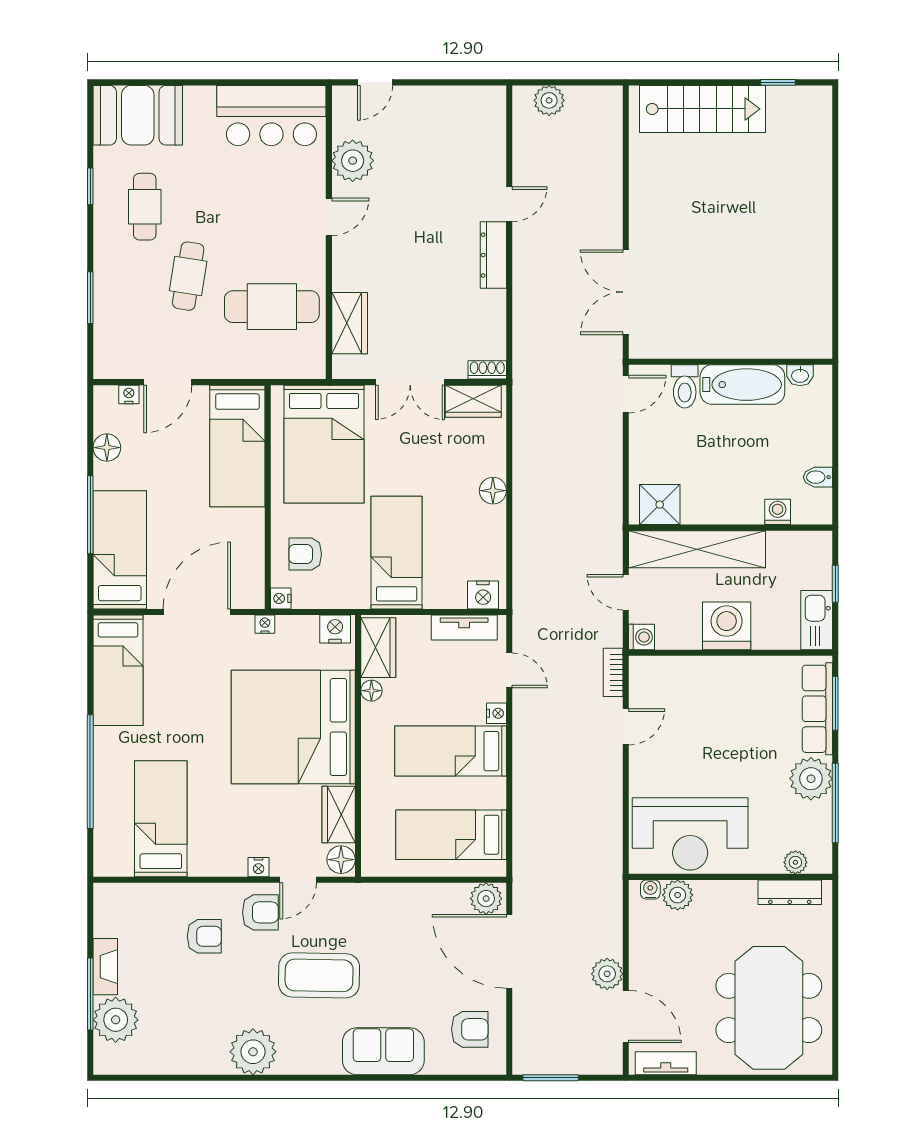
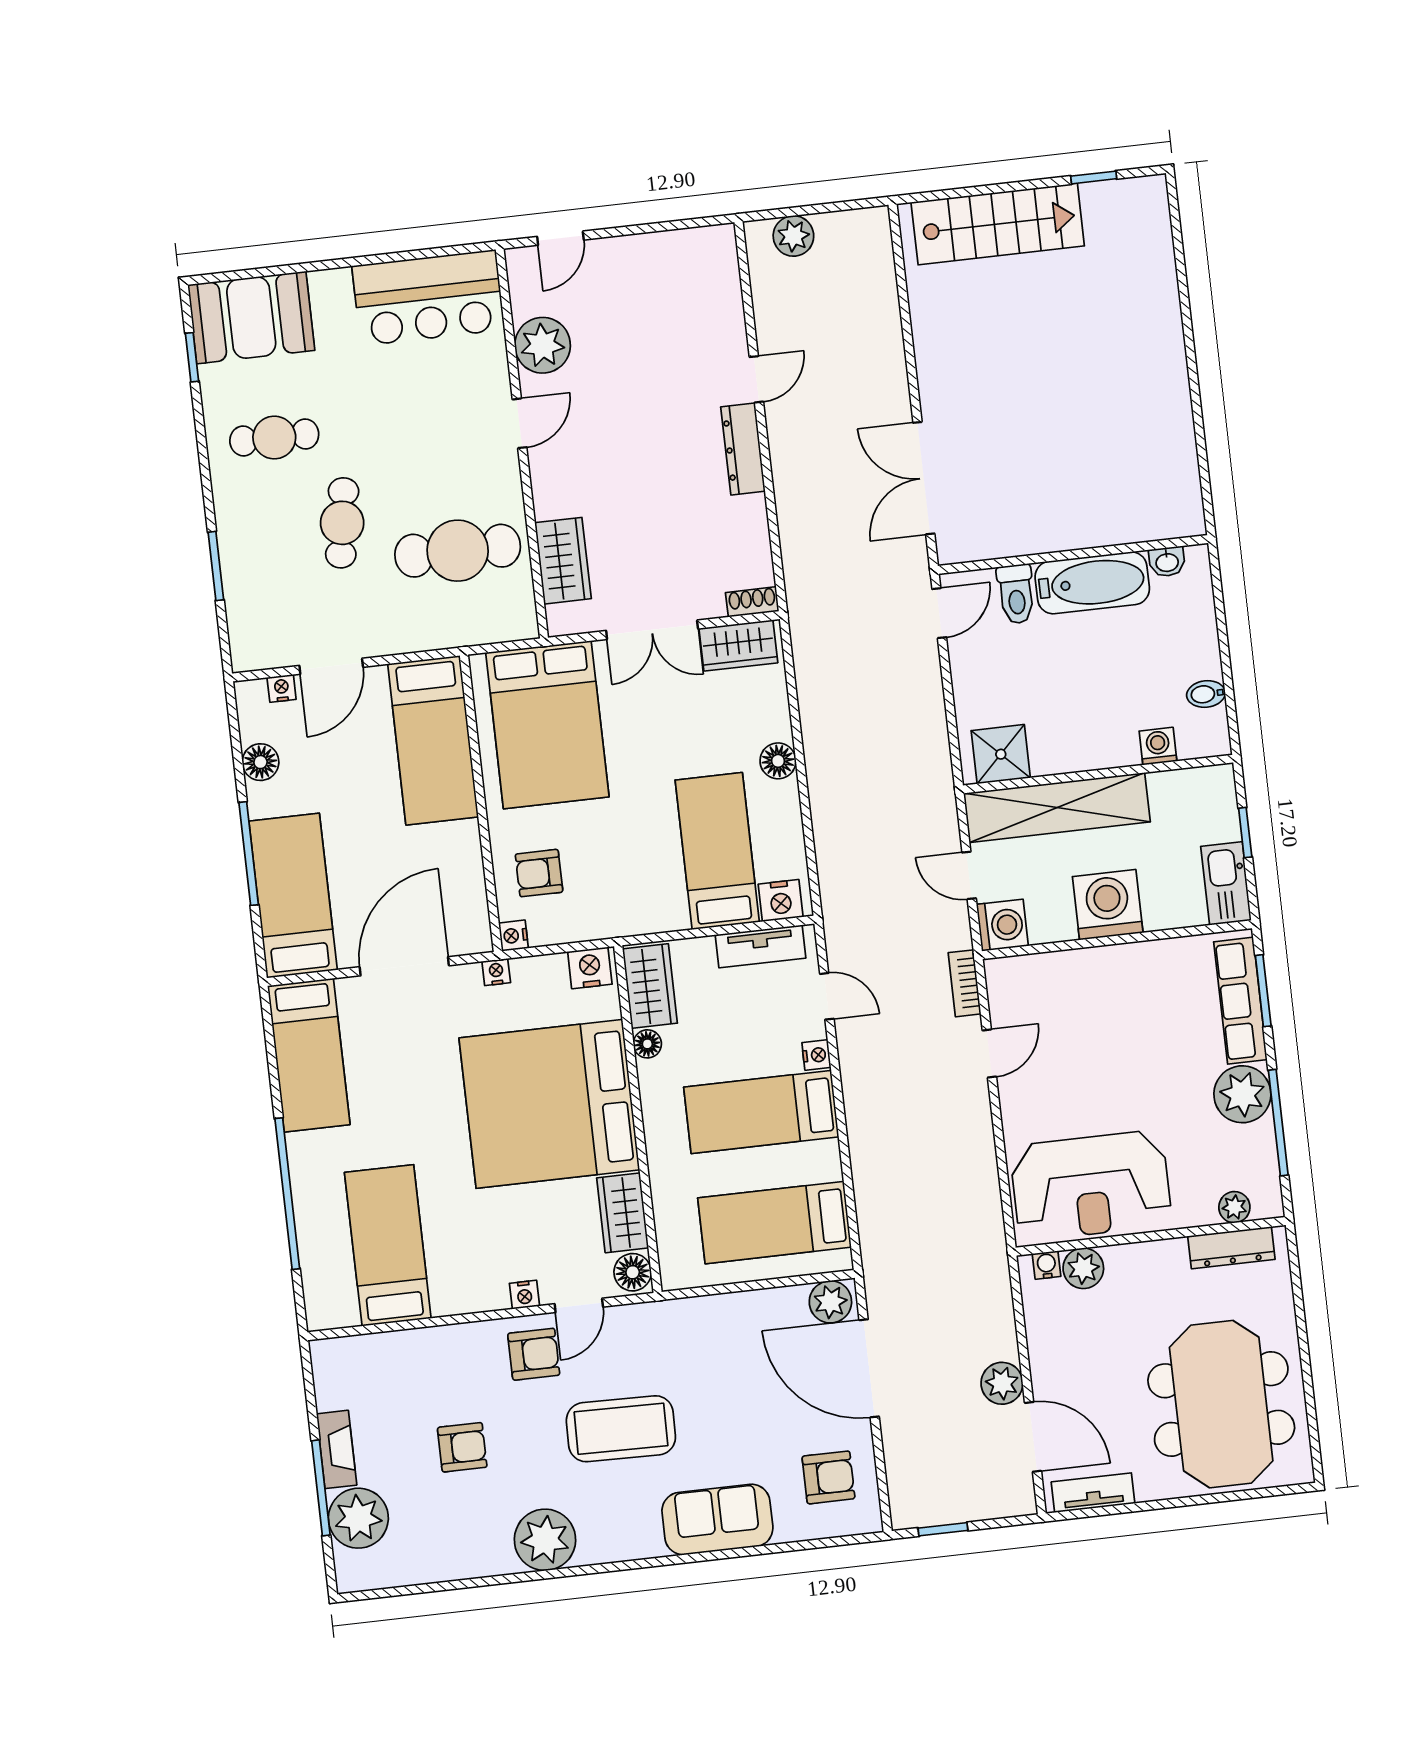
window: (90, 186) -> (192, 357), moved
cafe table: (145, 207) -> (274, 438), turned 90
bed: (397, 553) -> (717, 851), moved
washing machine: (641, 637) -> (1002, 925), width x1.38, depth x1.38
armchair: (204, 936) -> (462, 1447), moved
window: (551, 1078) -> (943, 1529), width x0.67

